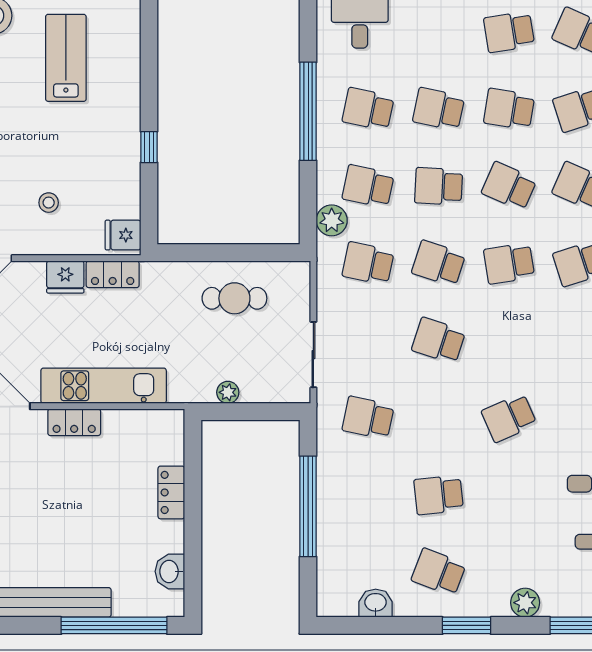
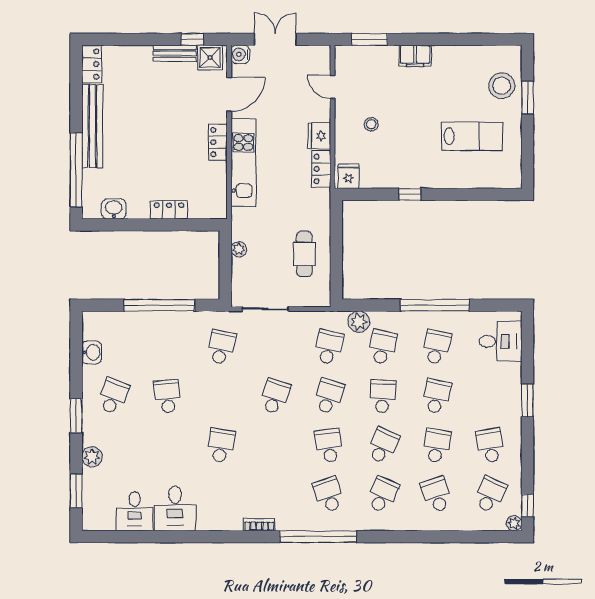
school desk: (509, 418) -> (221, 446), turned 33

